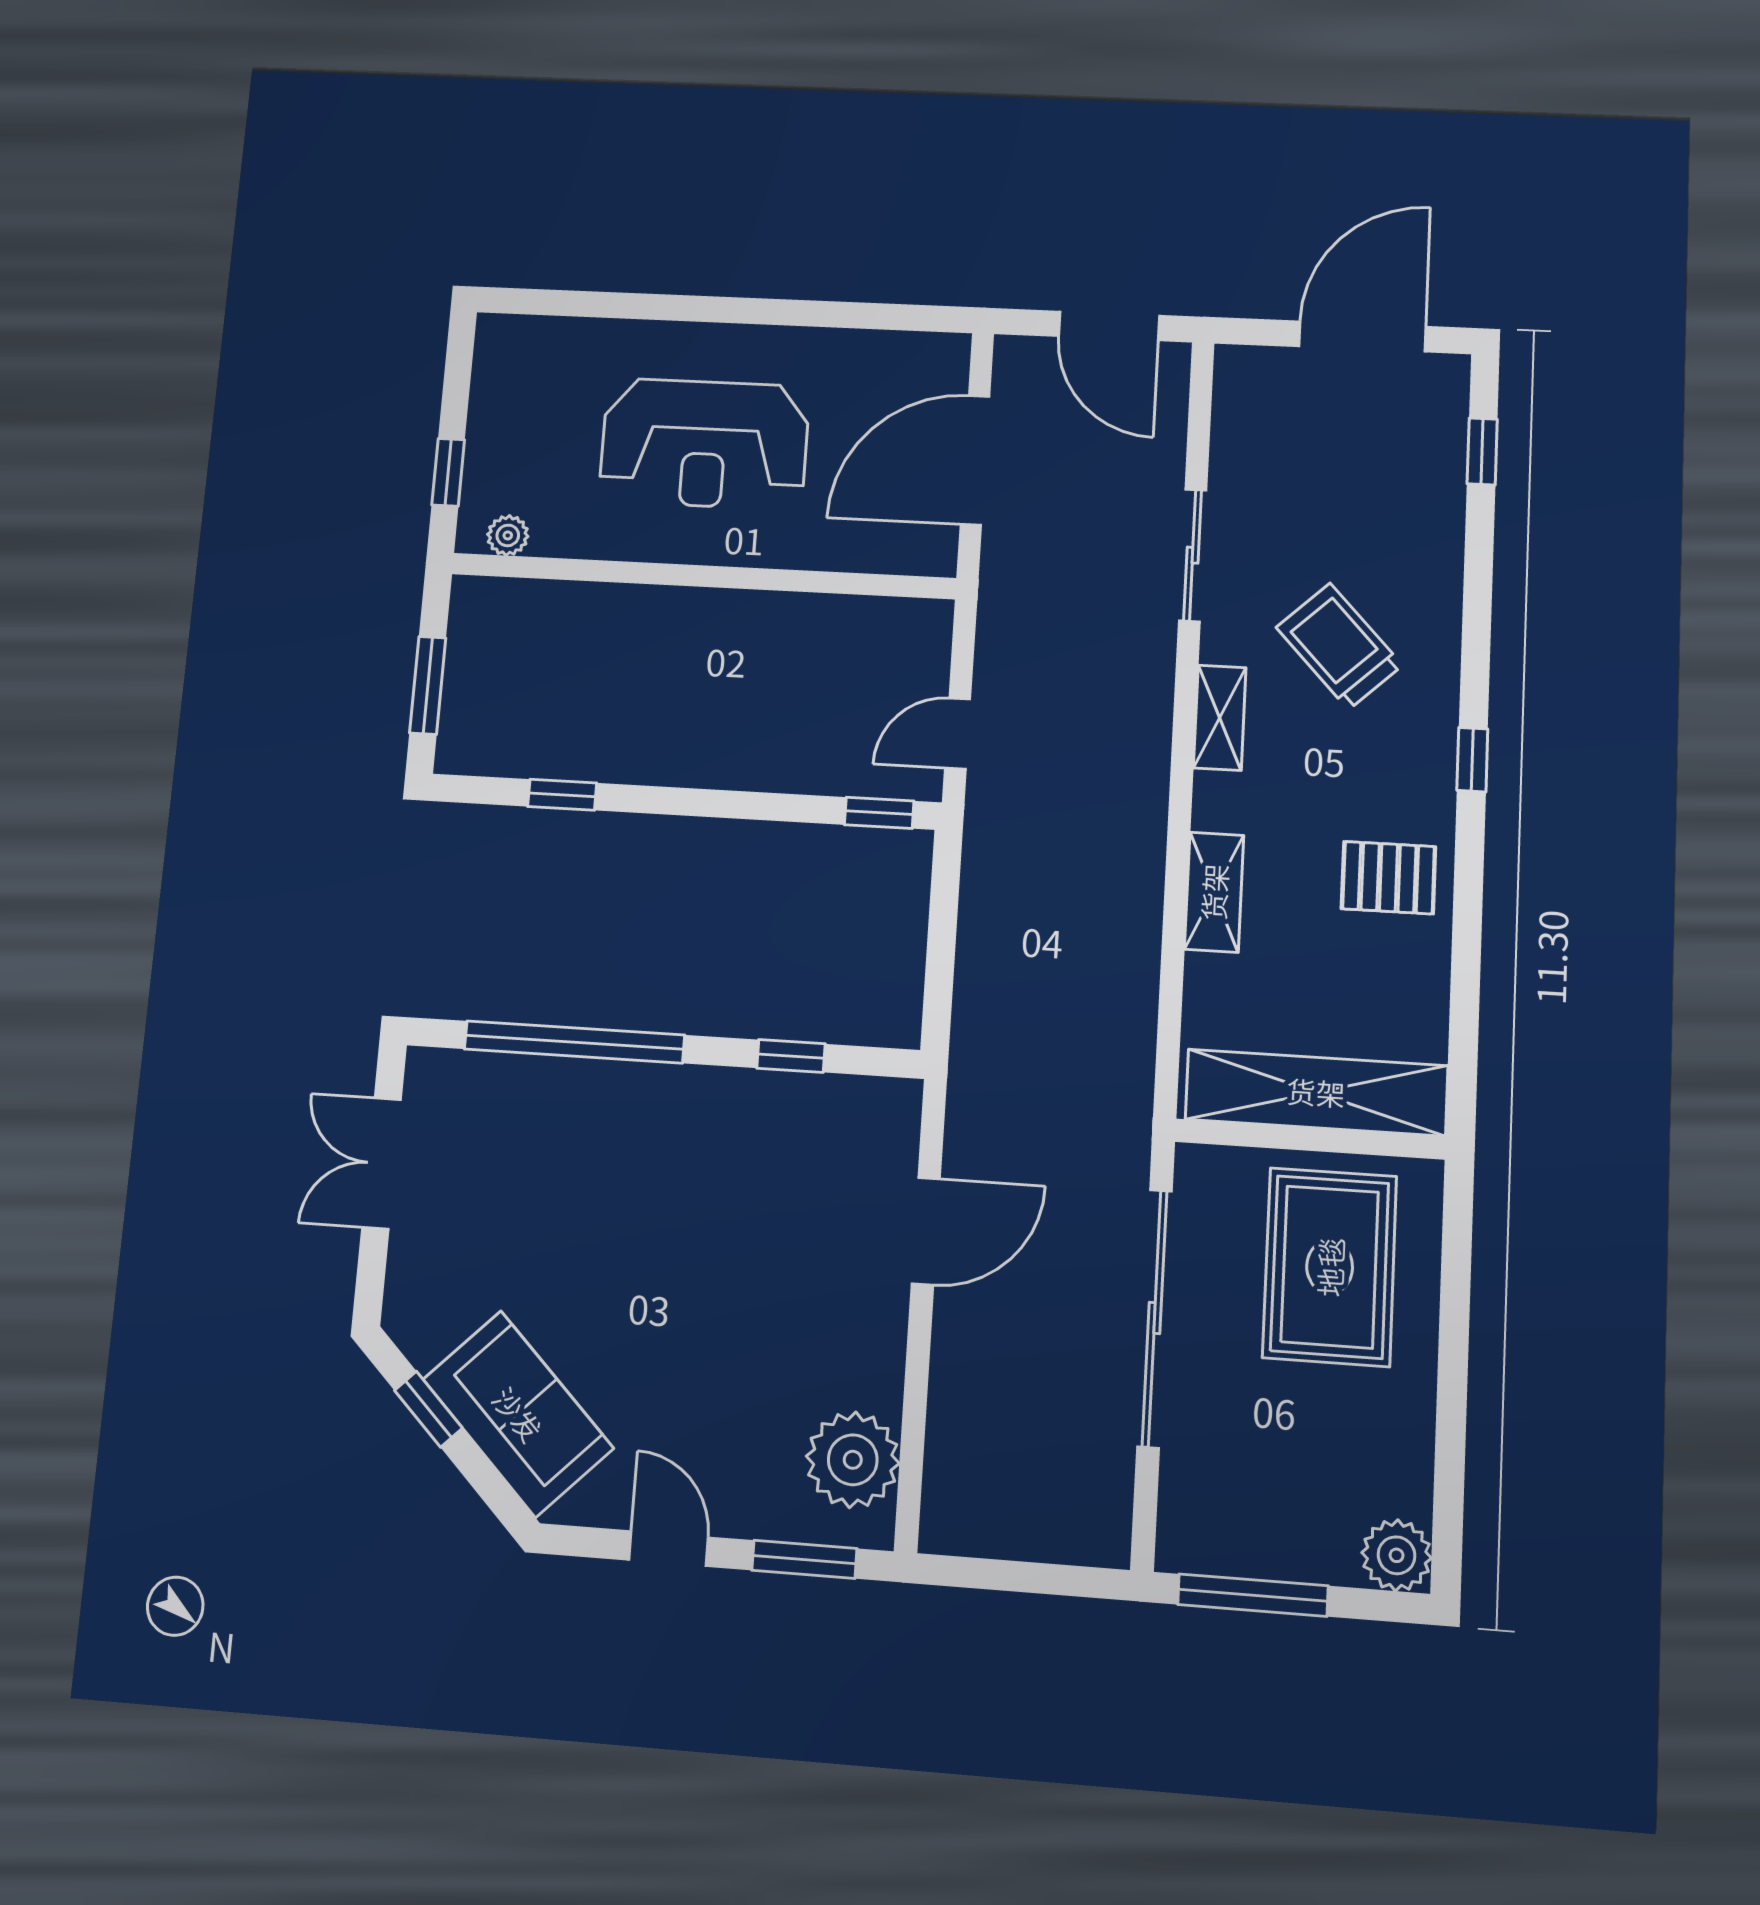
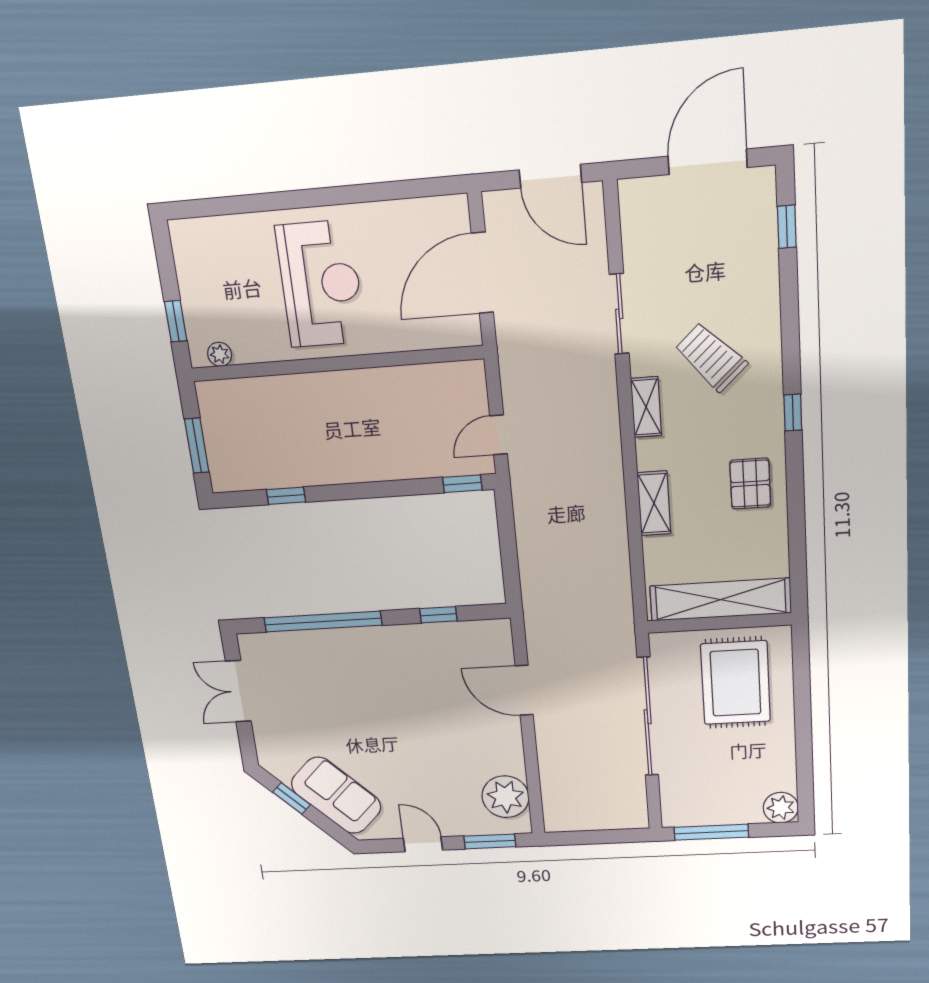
reception desk: (704, 444) -> (321, 284), turned -90
pallet: (1388, 878) -> (750, 484), turned 90
door: (926, 1231) -> (524, 690), swing flipped

